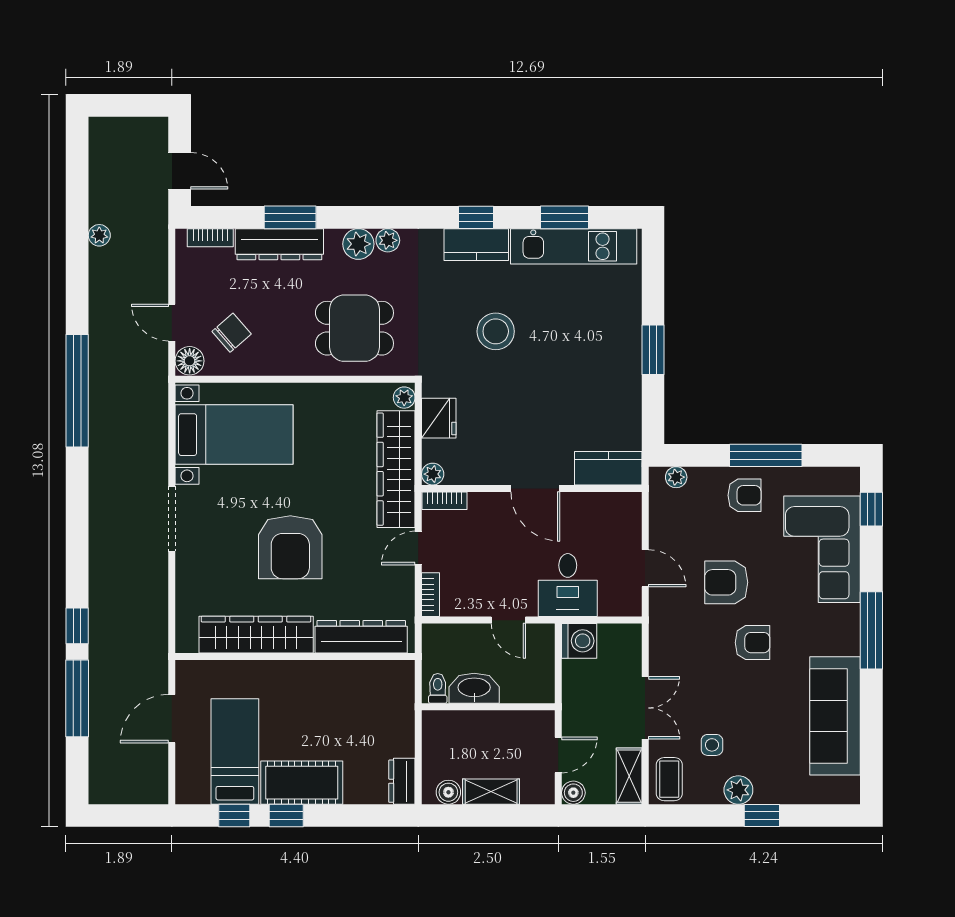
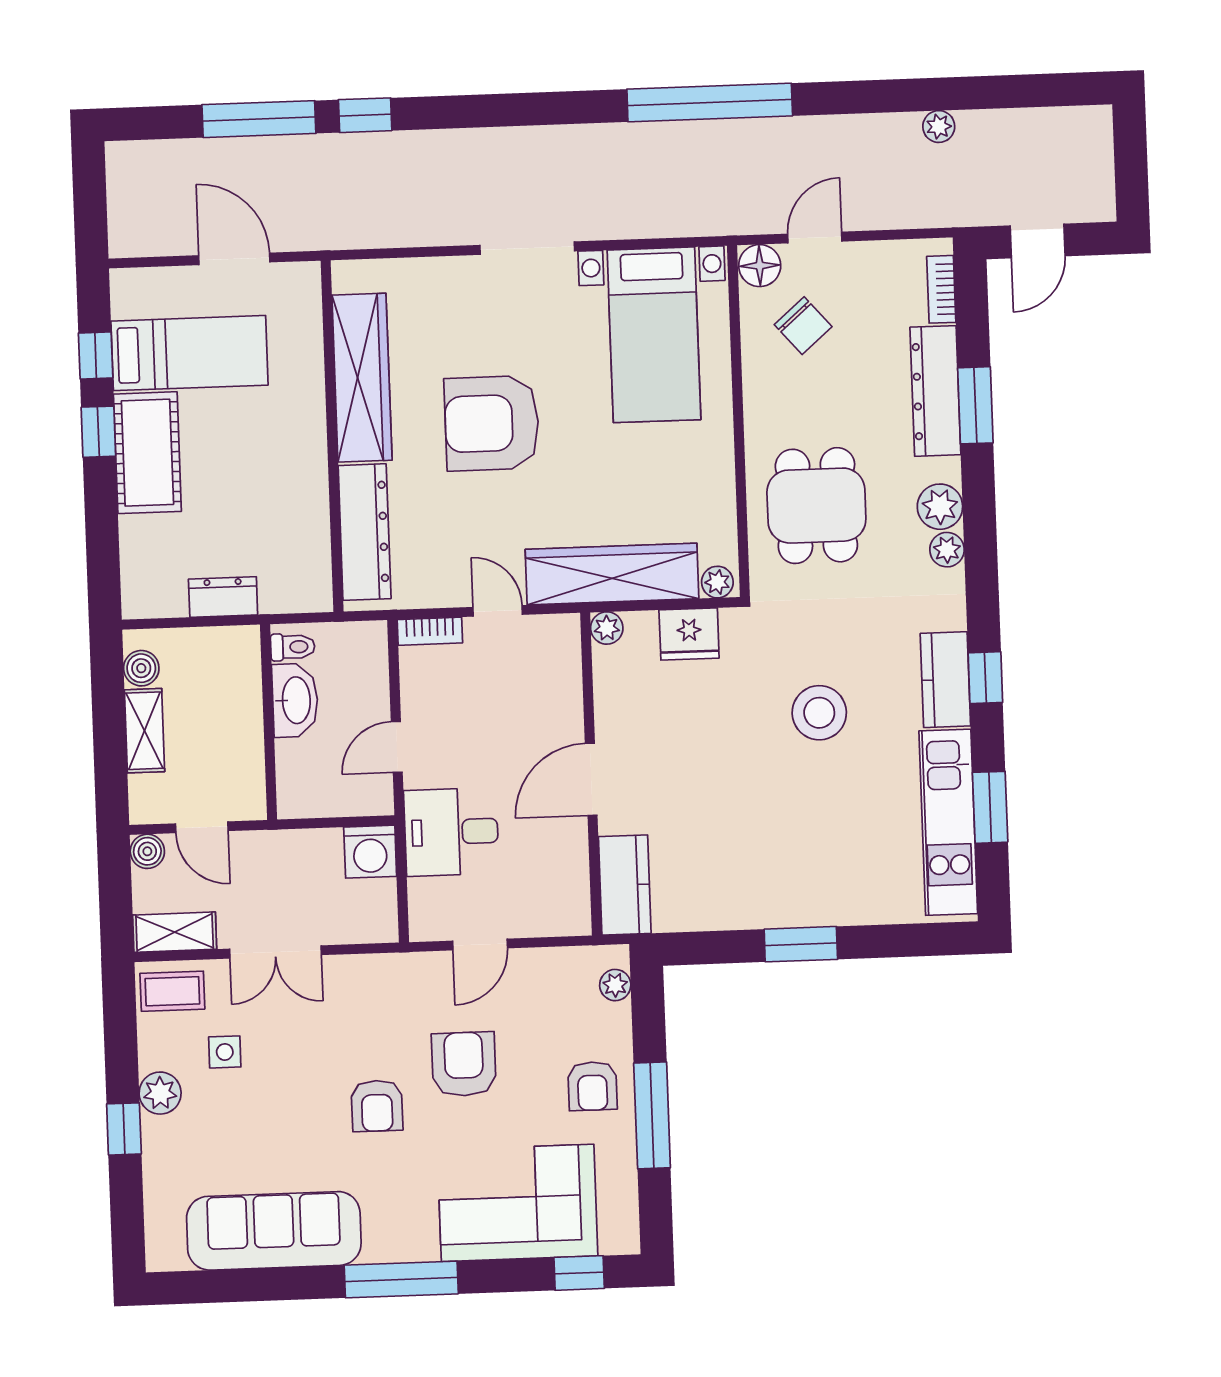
bookcase: (445, 501) -> (568, 647), removed
dresser: (402, 781) -> (223, 597), moved

